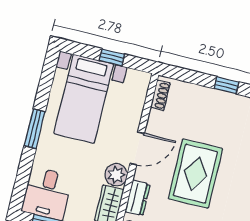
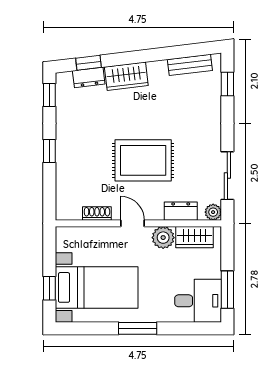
window: (112, 57) -> (49, 288), moved
shoe rack: (160, 95) -> (97, 213), moved
door: (137, 149) -> (133, 223), width x0.73

